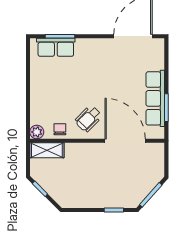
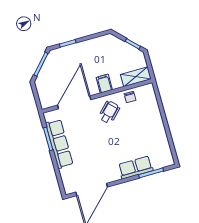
row of seats: (56, 47) -> (136, 167), moved
plant: (37, 132) -> (148, 89), removed
door: (125, 141) -> (74, 102), swing flipped
filing cabinet: (85, 153) -> (104, 84), added

